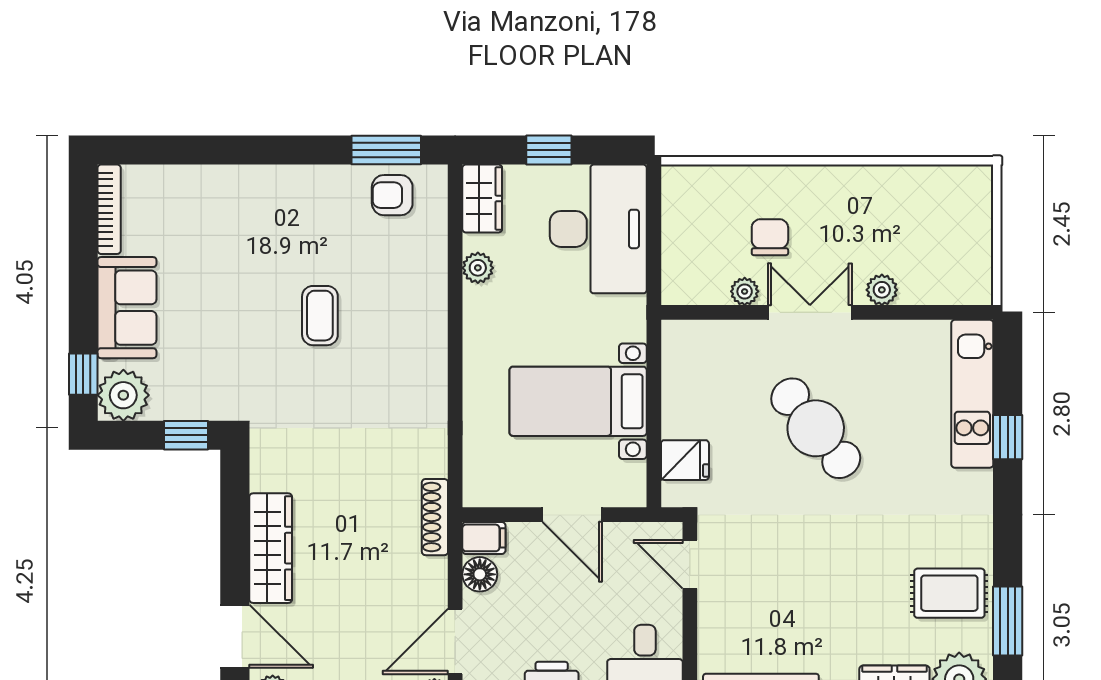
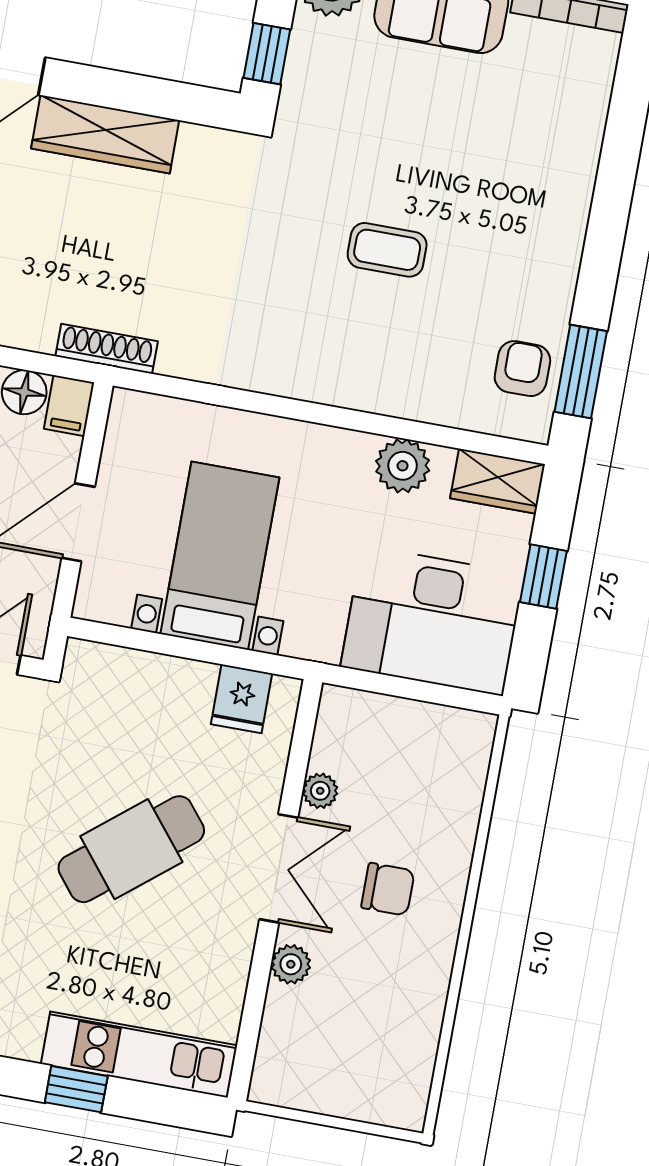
chair: (770, 237) -> (388, 889), moved
plant: (478, 268) -> (403, 466), width x1.38, depth x1.38
fridge: (685, 460) -> (242, 699), moved

